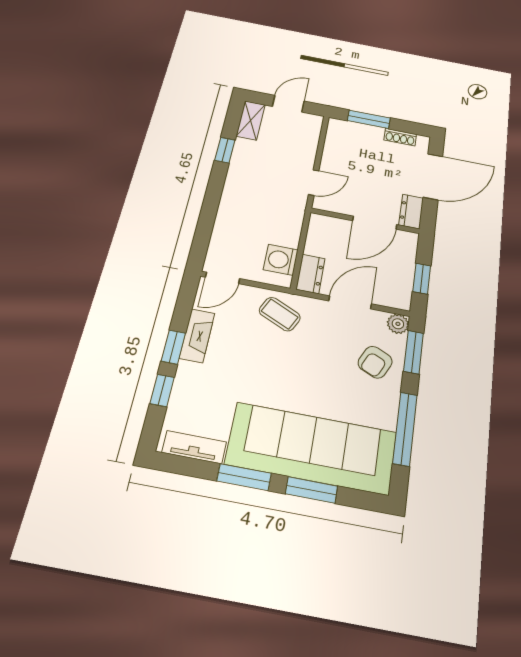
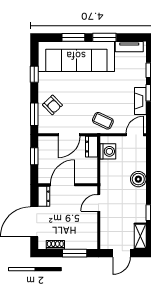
boiler: (233, 204) -> (138, 179), added
plant: (398, 324) -> (44, 128), removed
armchair: (375, 362) -> (52, 105), turned 111
window: (405, 429) -> (34, 74), width x0.46

